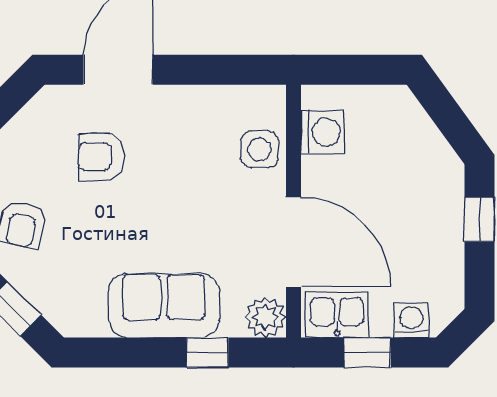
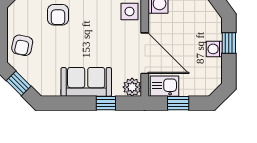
armchair: (101, 157) -> (58, 15), turned -89
washing machine: (411, 320) -> (214, 49), moved, turned -90

